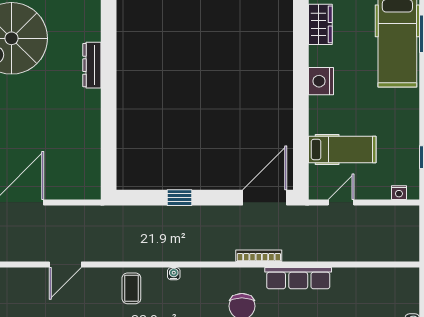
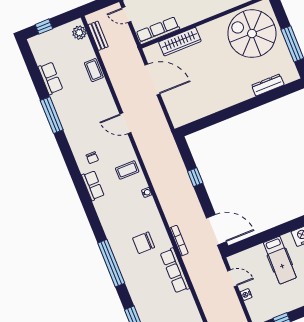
dresser: (92, 65) -> (268, 85), moved
hospital bed: (342, 149) -> (280, 260), moved
nightstand: (399, 193) -> (246, 295), moved

